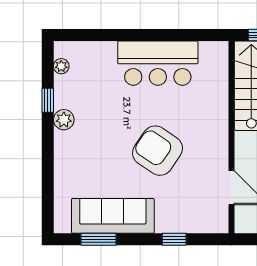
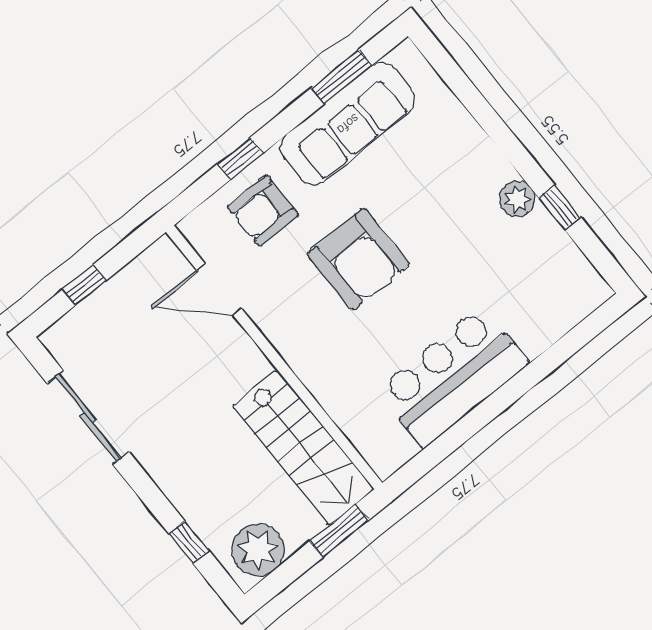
plant: (61, 66) -> (579, 268), removed
armchair: (158, 151) -> (358, 259), turned 56
armchair: (183, 207) -> (263, 211), added

